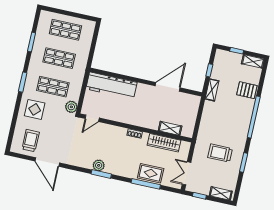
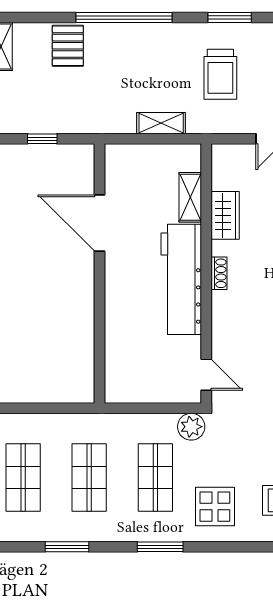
workbench: (111, 86) -> (181, 279), moved, turned 180
shelving: (212, 90) -> (161, 123), moved
wardrobe: (164, 143) -> (225, 215), width x0.67

